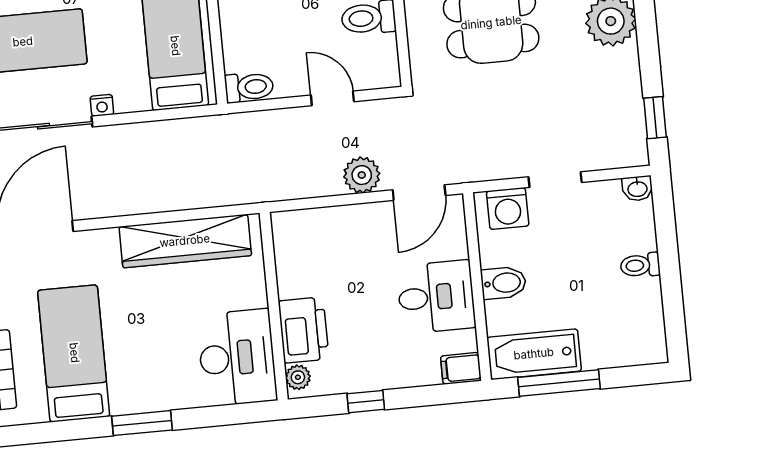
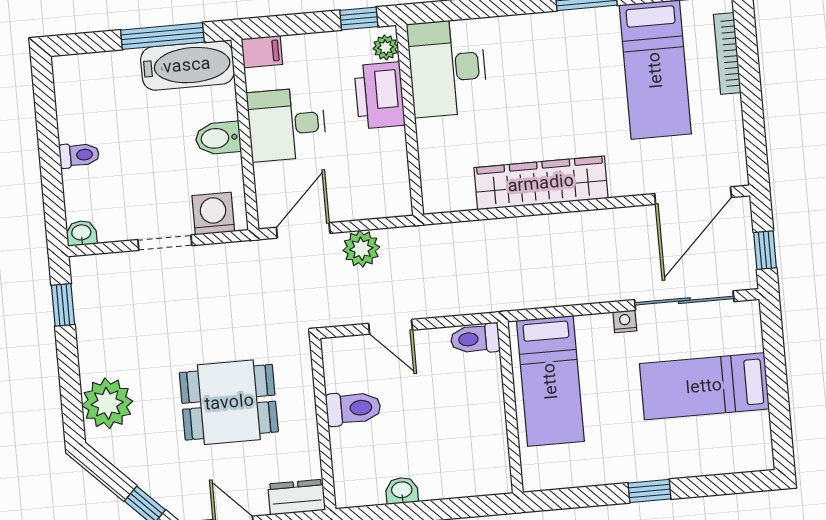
wall: (274, 306) -> (410, 120), moved
printer: (304, 330) -> (380, 95), moved
desk: (237, 358) -> (447, 68), moved
plant: (298, 377) -> (386, 47), moved

